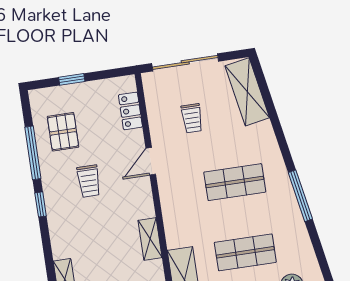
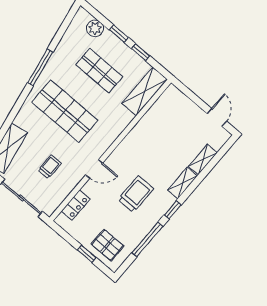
pallet: (63, 132) -> (108, 245), moved, turned 90
trolley: (89, 181) -> (136, 194), width x1.36, depth x1.39
shop shelf: (235, 182) -> (65, 111), width x1.43, depth x1.36
shelving: (150, 239) -> (183, 183), moved

